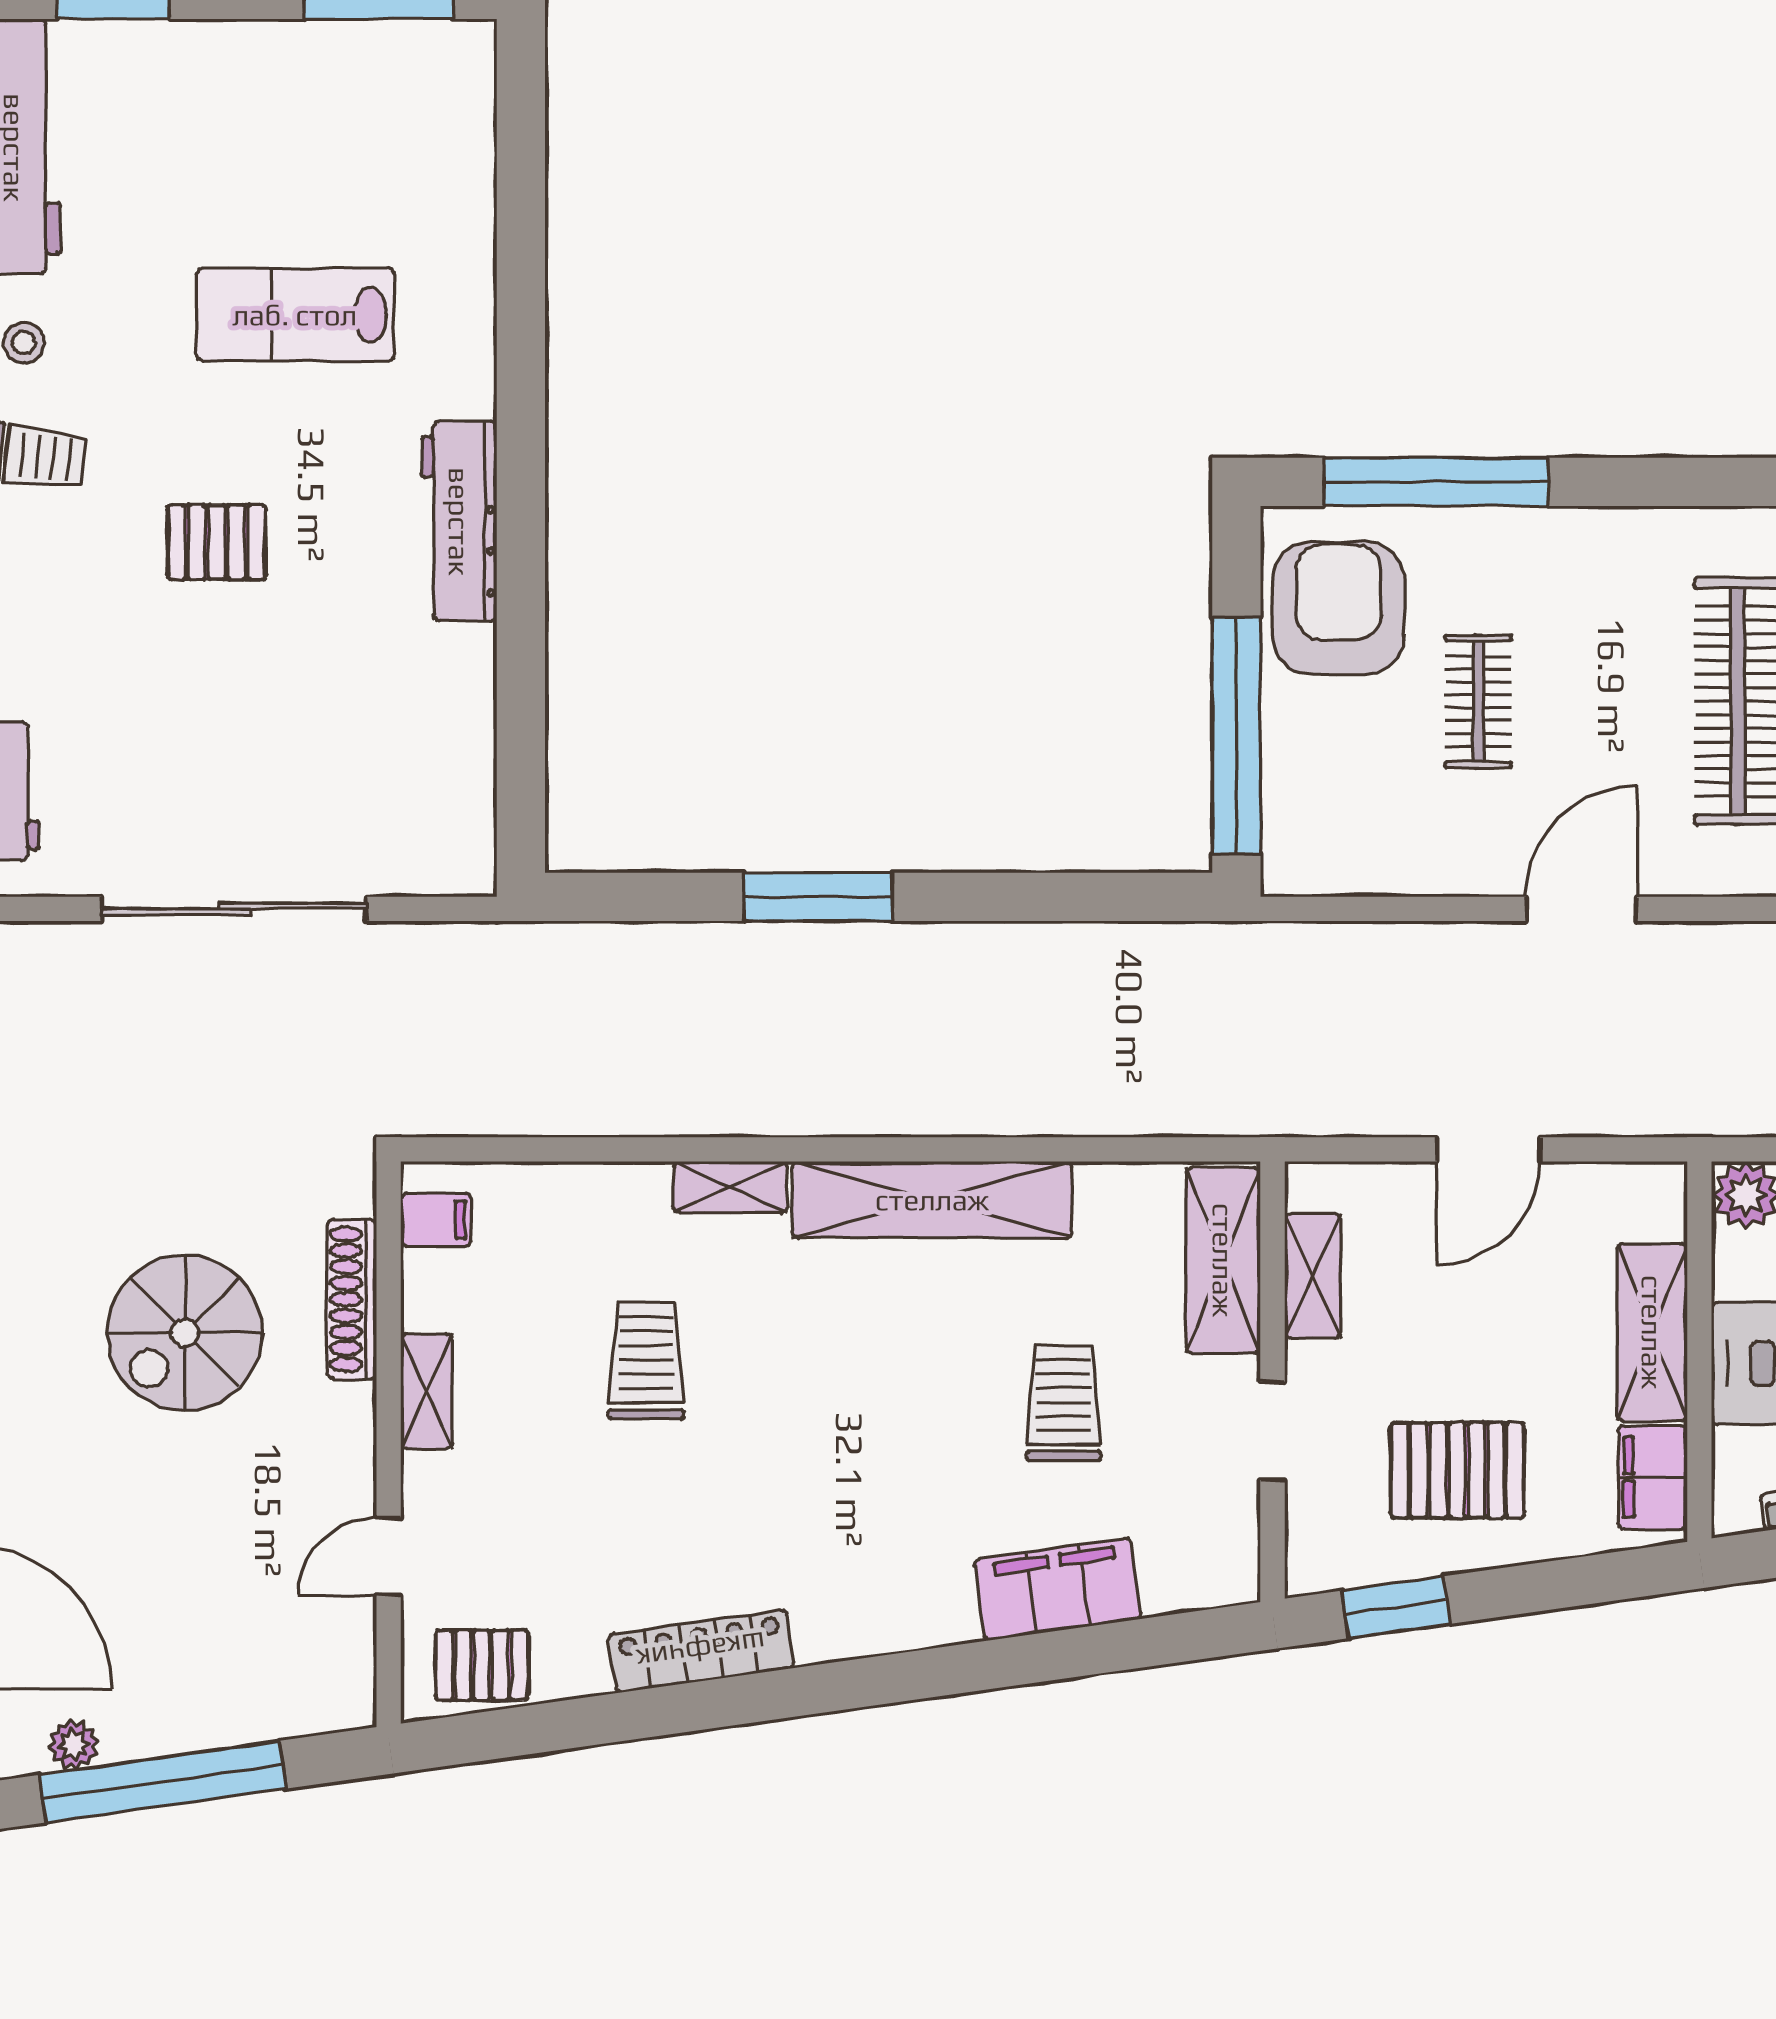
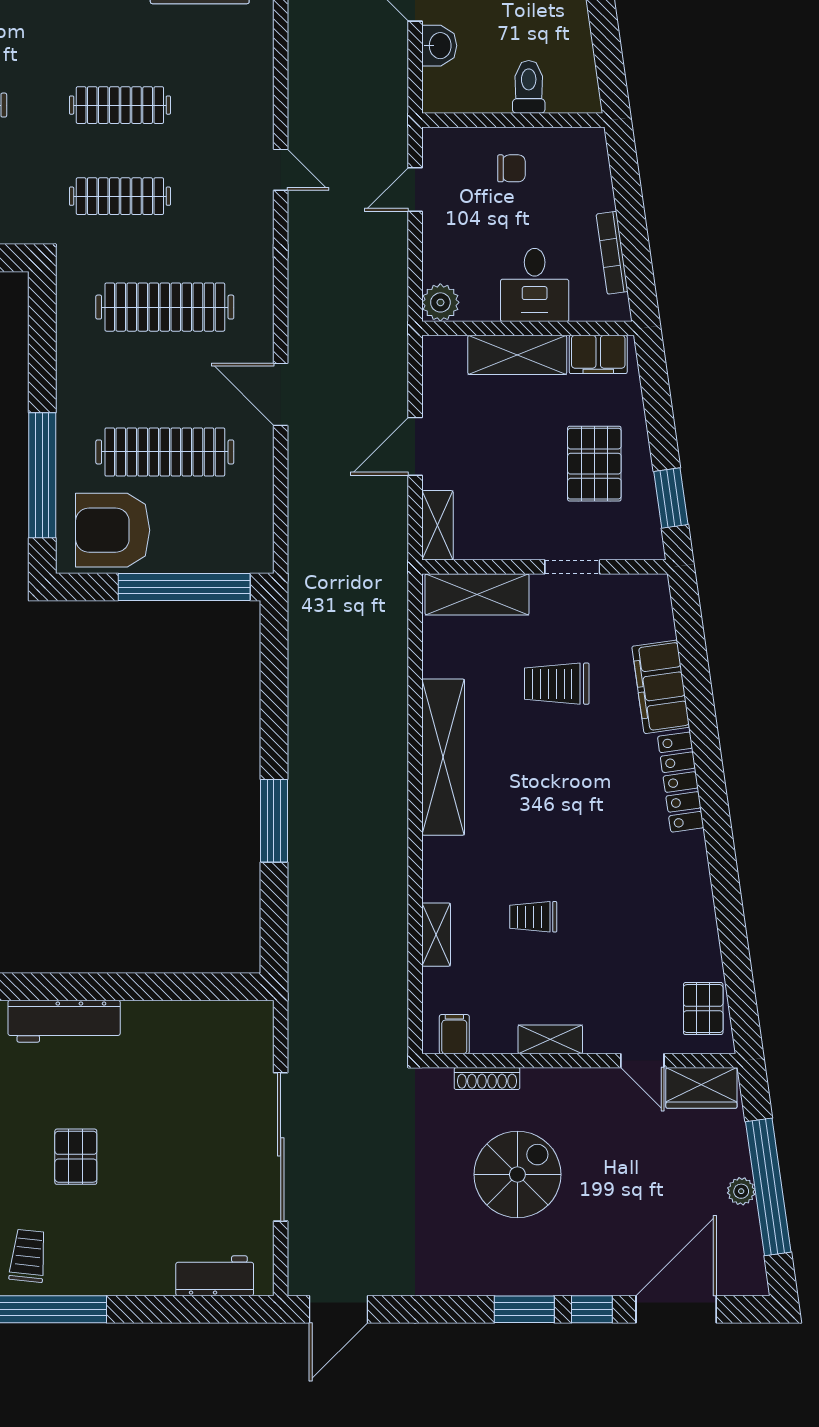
clothes rail: (1478, 701) -> (165, 452), width x1.86, depth x1.31
door: (1488, 1149) -> (415, 446), swing flipped
shelving: (730, 1187) -> (436, 935), moved
shelving: (1313, 1276) -> (437, 525), moved, turned 90
shoe rack: (352, 1299) -> (487, 1078), width x0.74, depth x0.81
spiral stairs: (185, 1333) -> (517, 1174), turned -90
trolley: (646, 1361) -> (533, 917), width x0.73, depth x0.72
locker: (701, 1651) -> (681, 782), moved
wardrobe: (340, 1662) -> (701, 1088), added
plant: (74, 1745) -> (741, 1191), moved

